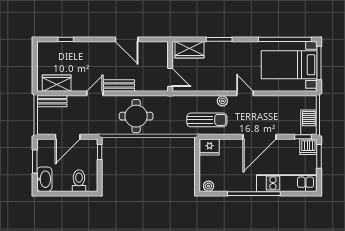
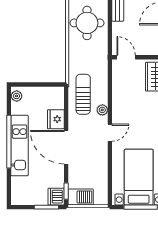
door: (170, 77) -> (126, 57), swing flipped
sun lounger: (207, 120) -> (83, 94), turned 180
fridge: (210, 147) -> (56, 119), moved
kitchen unit: (287, 183) -> (20, 146), moved

